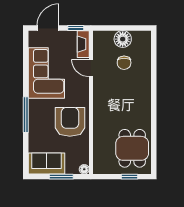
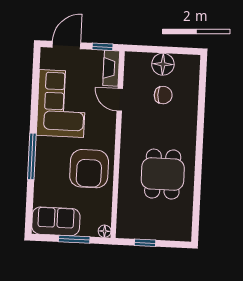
chair: (124, 63) -> (163, 95), turned -90
armchair: (70, 122) -> (89, 169), turned 180
dining table: (132, 148) -> (163, 174), moved
window: (129, 177) -> (145, 243), moved

